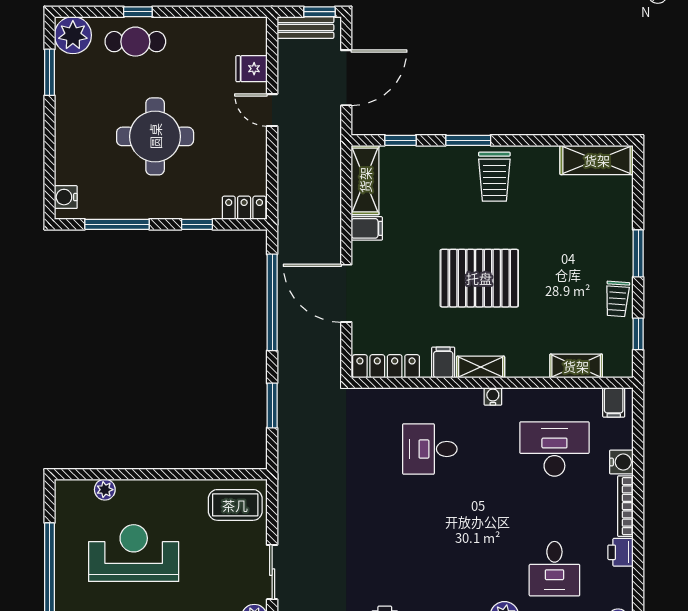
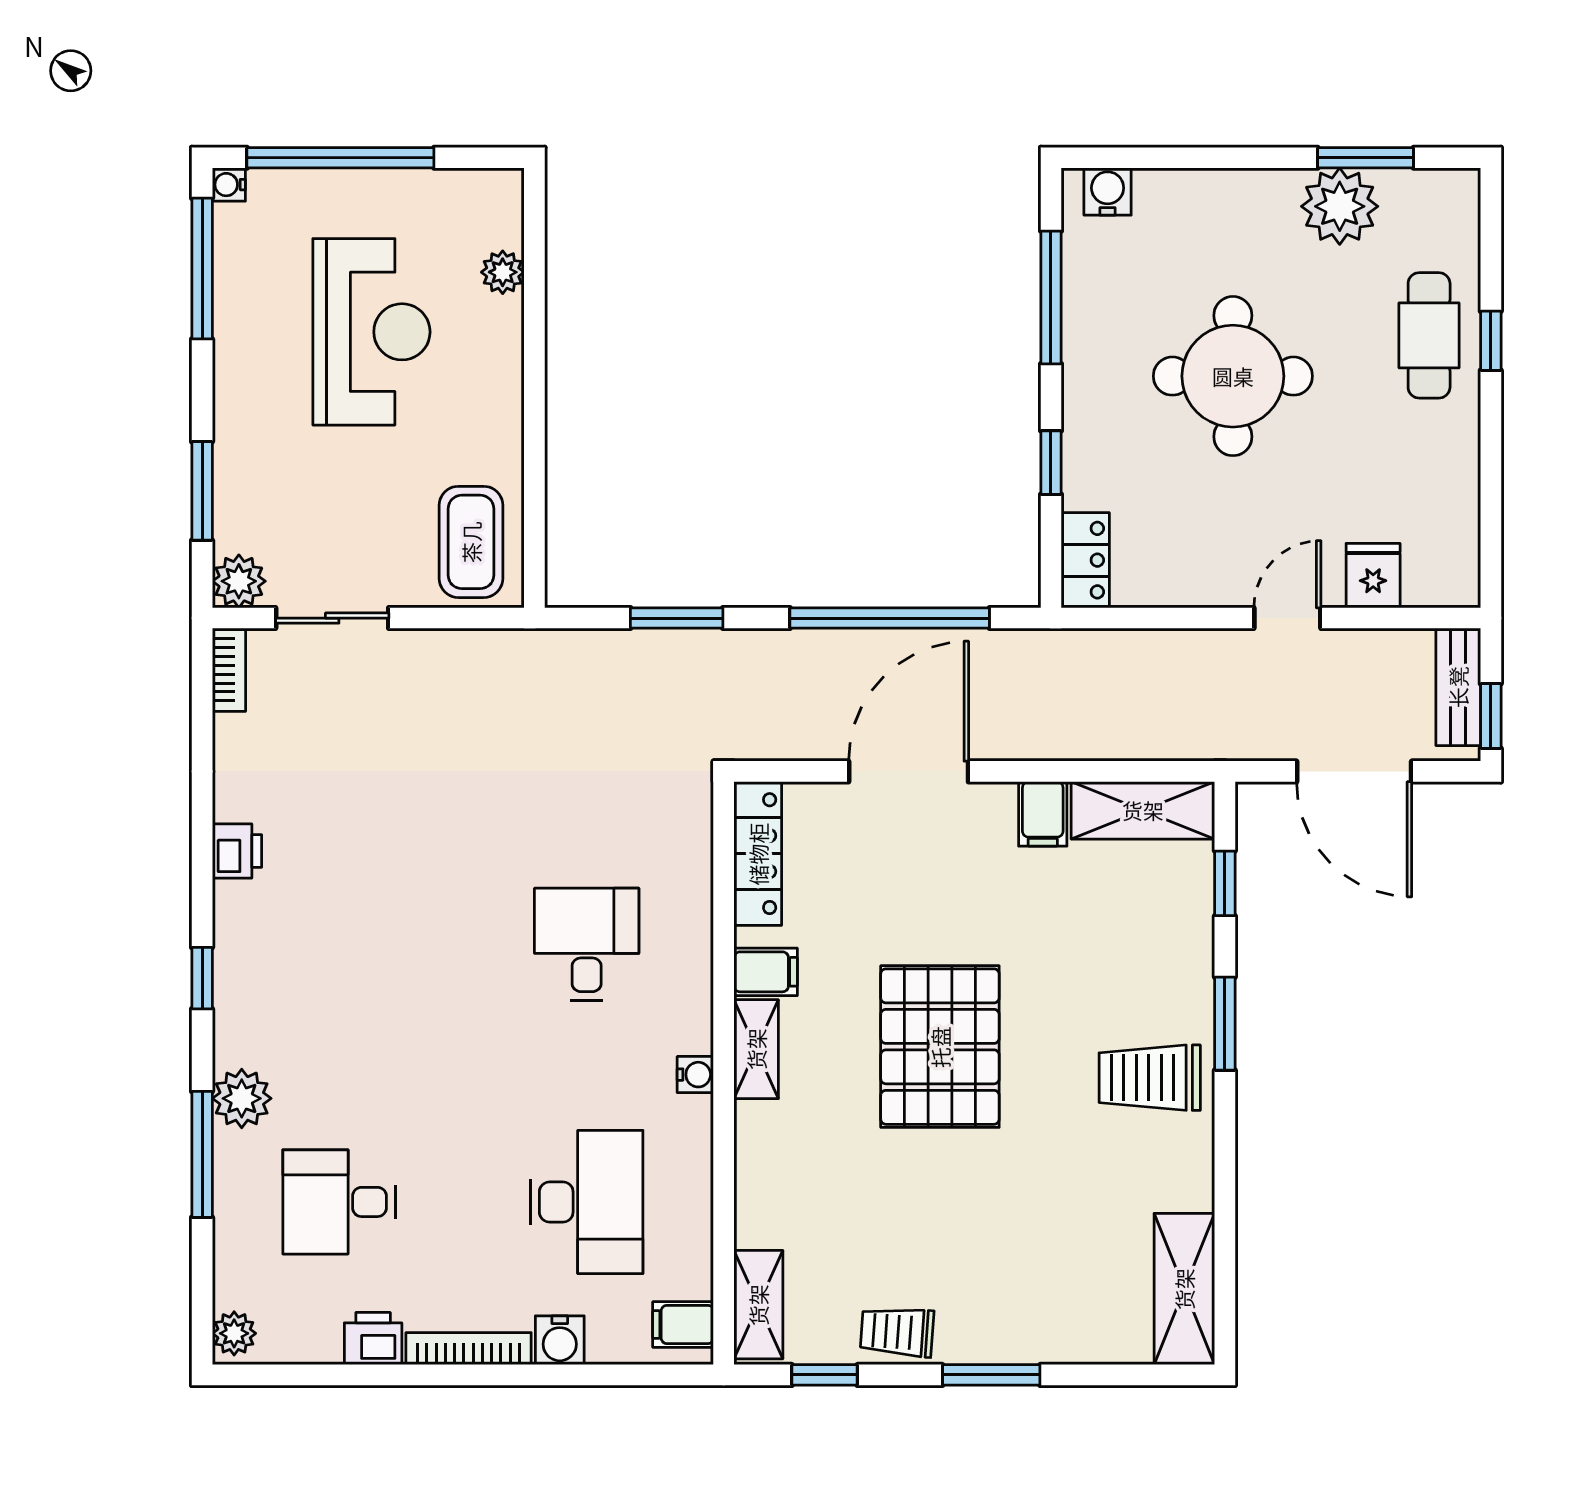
plant: (73, 35) -> (1340, 206), moved
shelving: (576, 366) -> (758, 1305), moved

